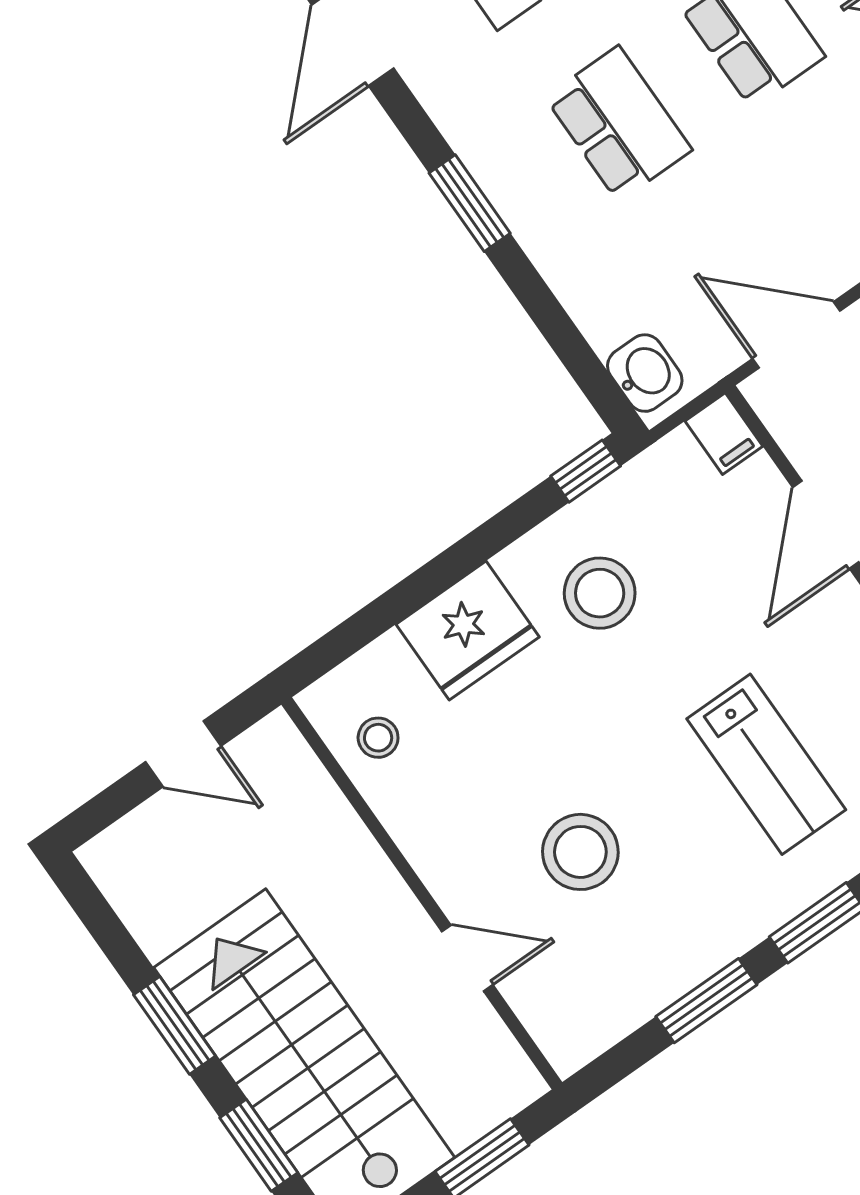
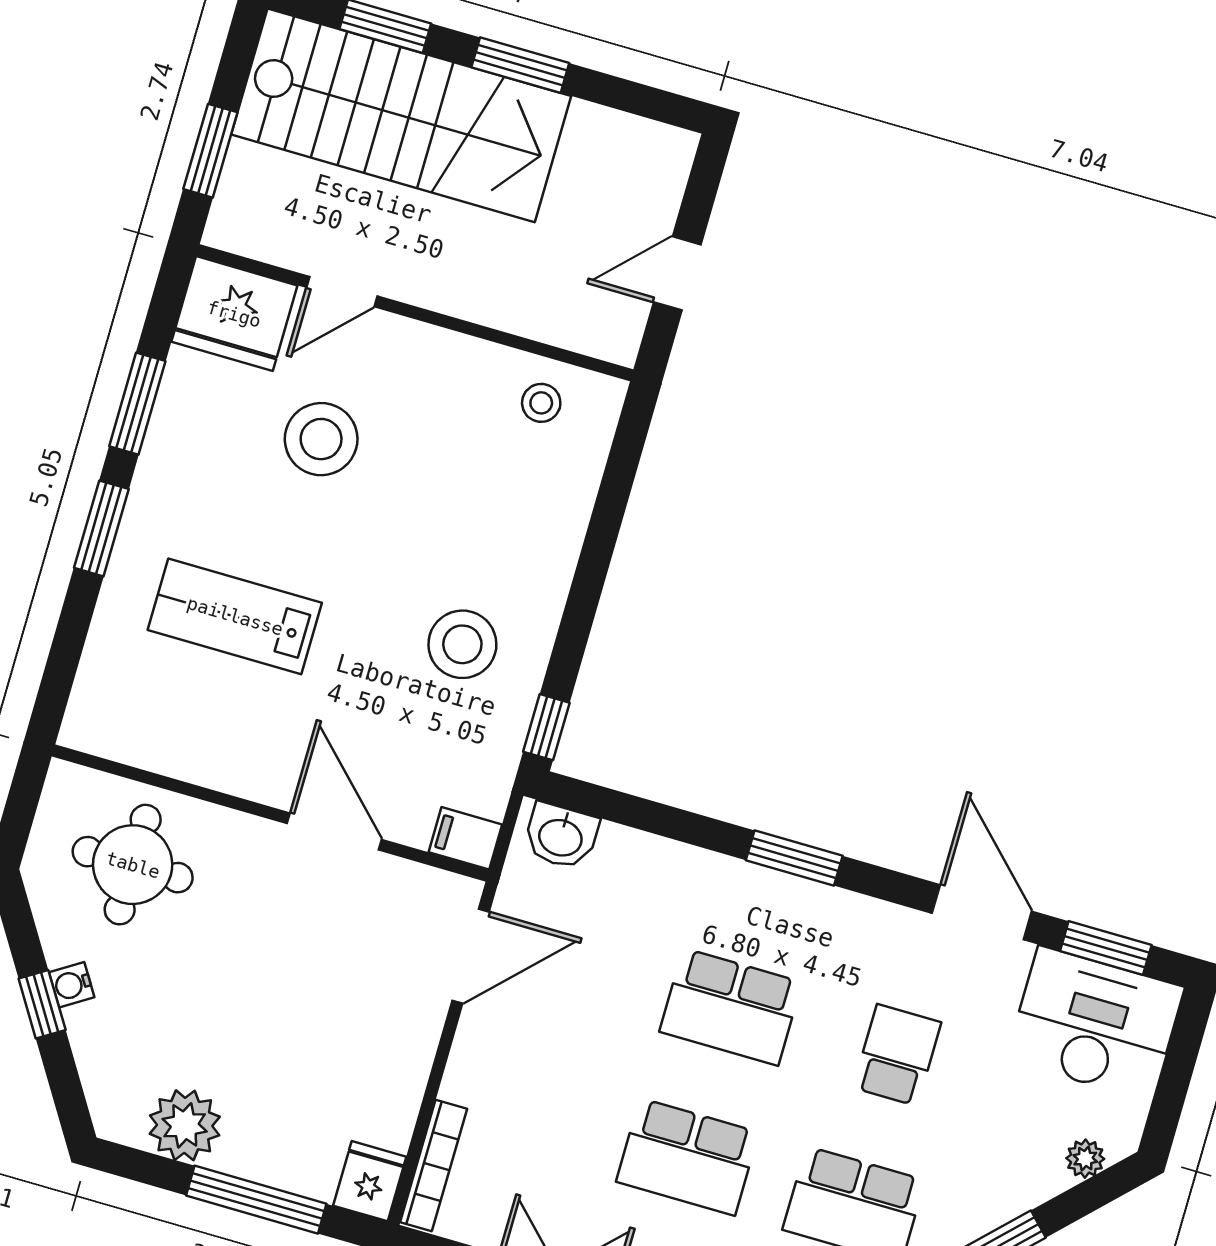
fridge: (468, 631) -> (234, 314), moved, turned -90

